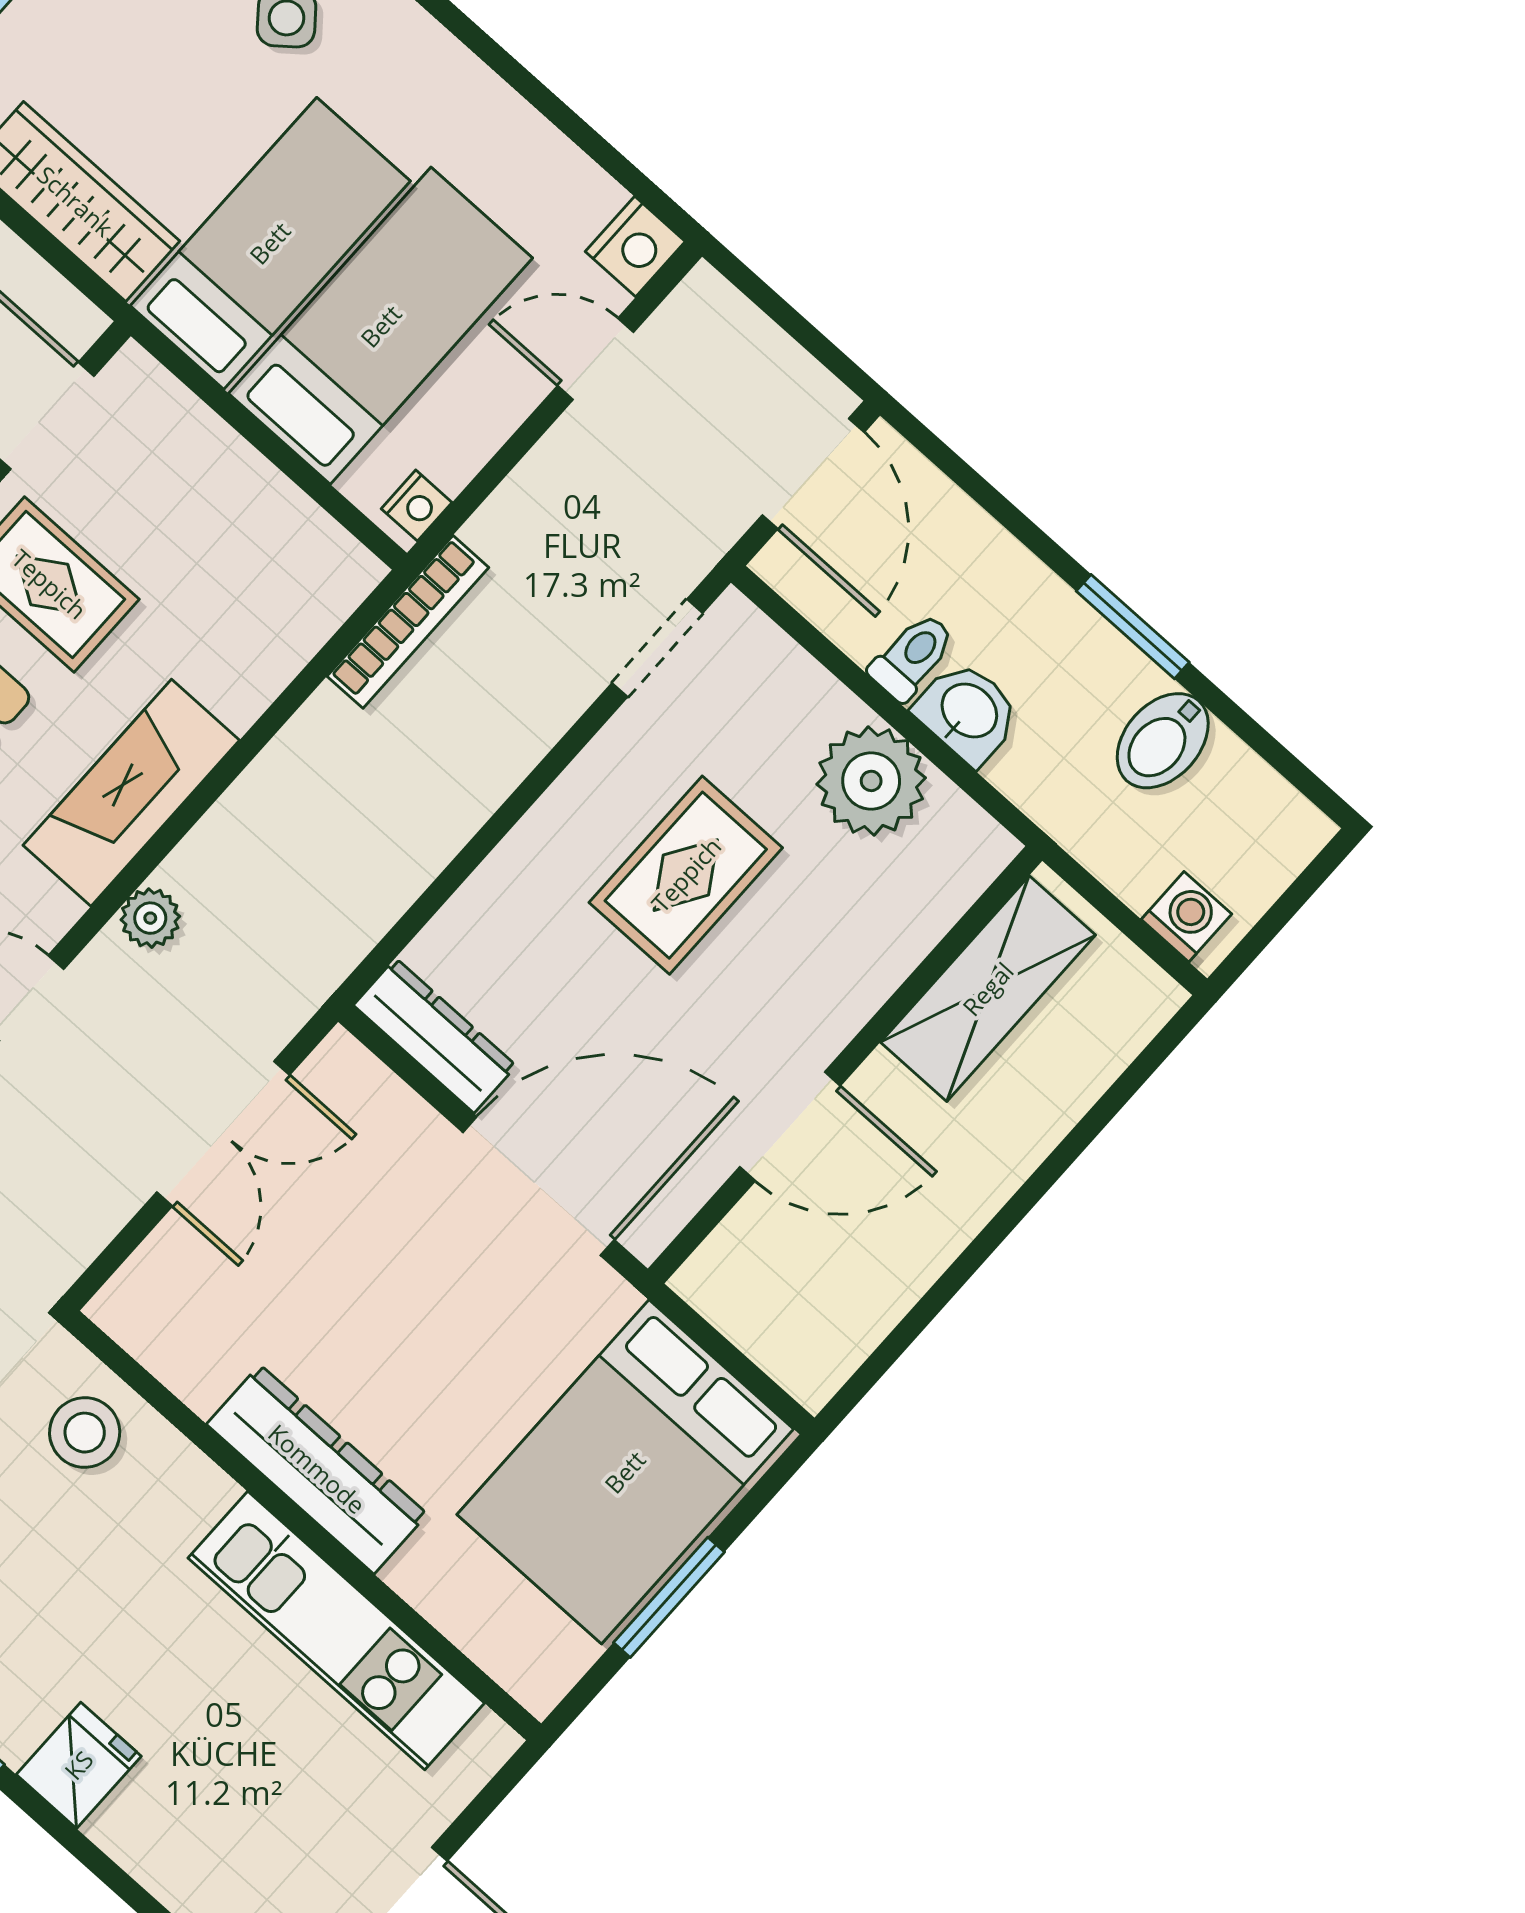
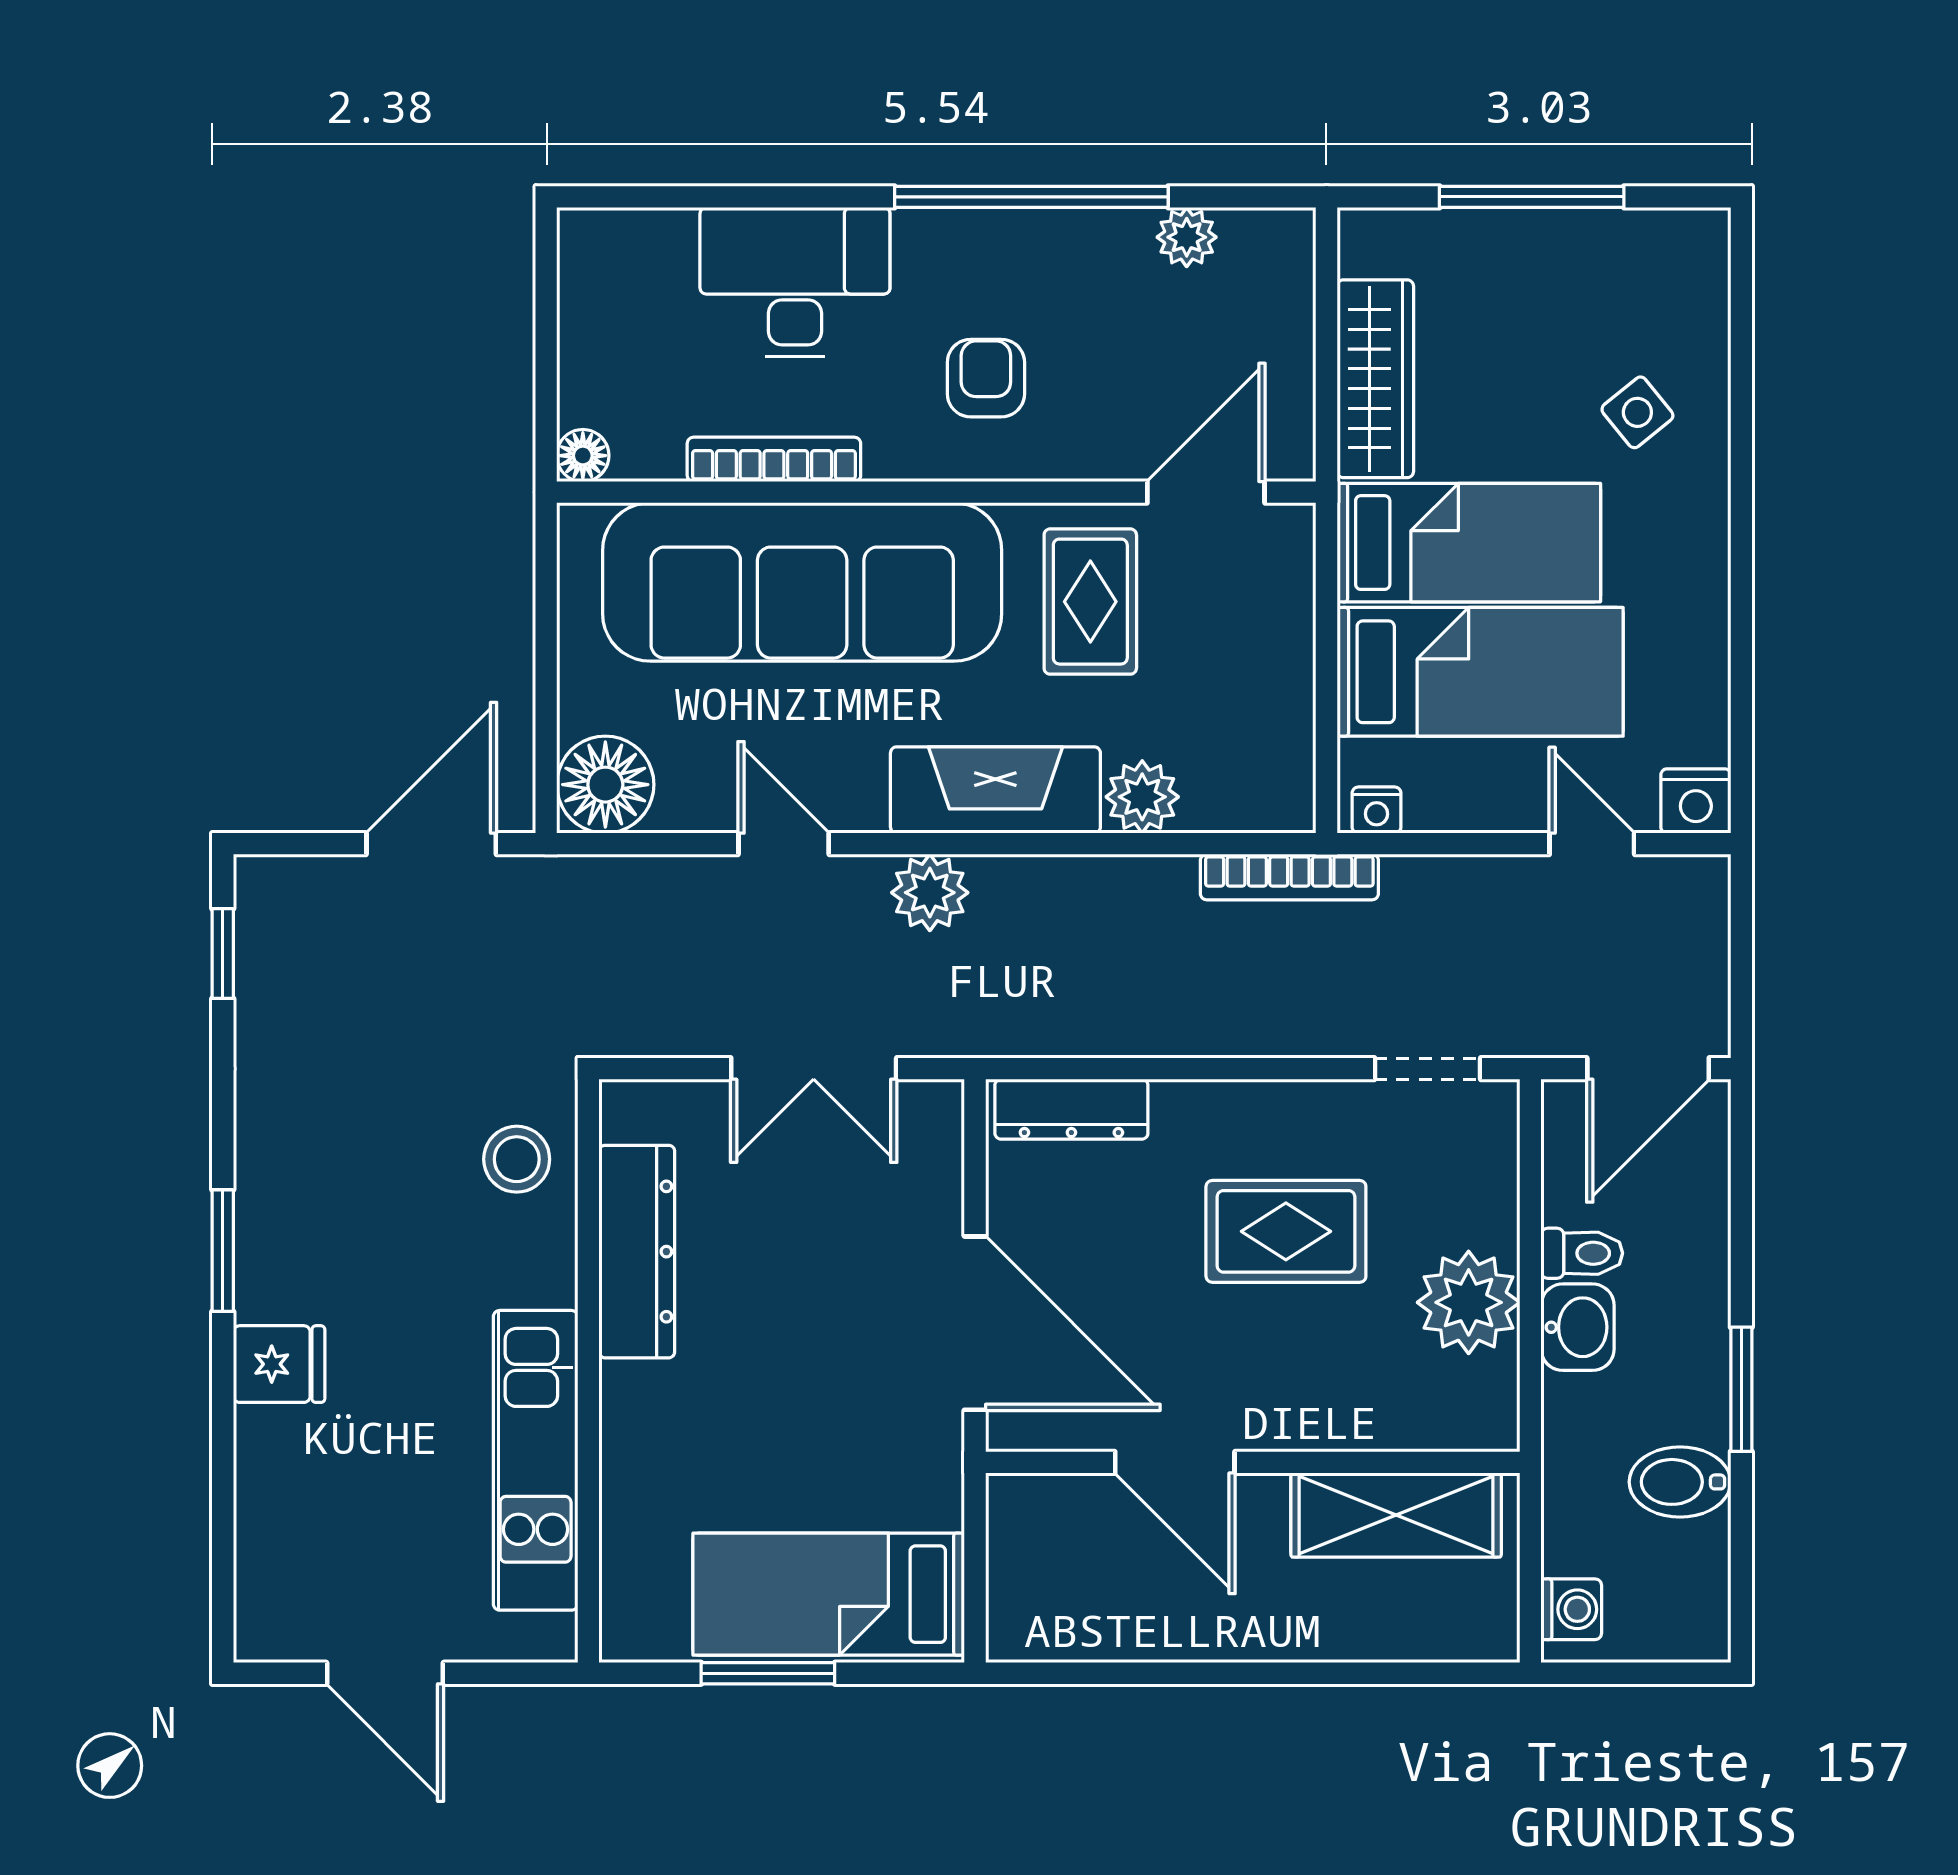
plant: (241, 682) -> (1142, 797), added
plant: (150, 918) -> (930, 893), width x1.38, depth x1.38
dresser: (435, 1036) -> (1071, 1109), moved, turned 90
dresser: (317, 1469) -> (637, 1252), moved
bed: (625, 1472) -> (829, 1594), width x0.67

